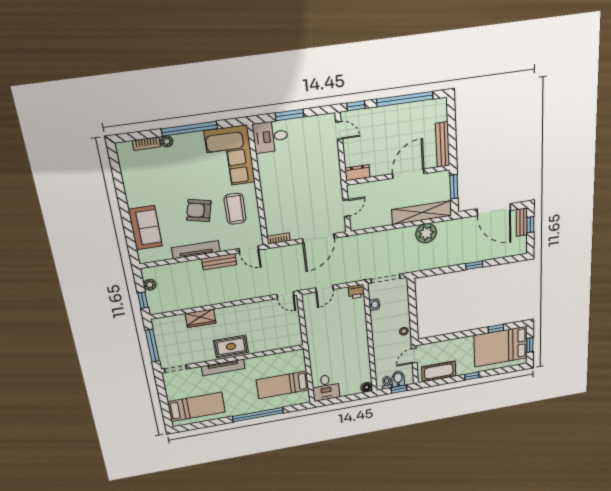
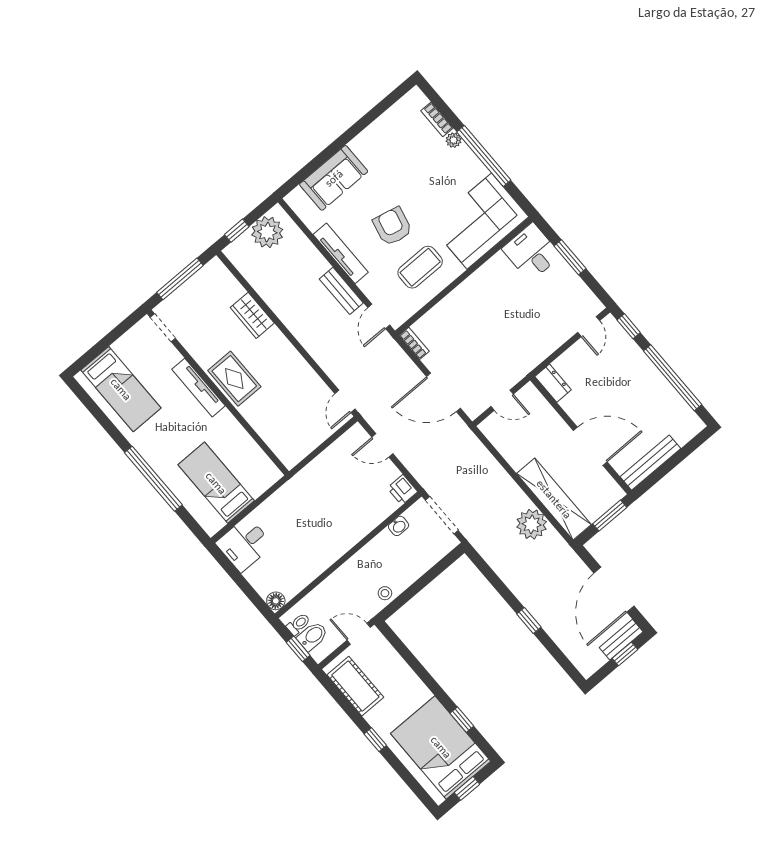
plant: (150, 285) -> (267, 232), width x1.87, depth x1.87

